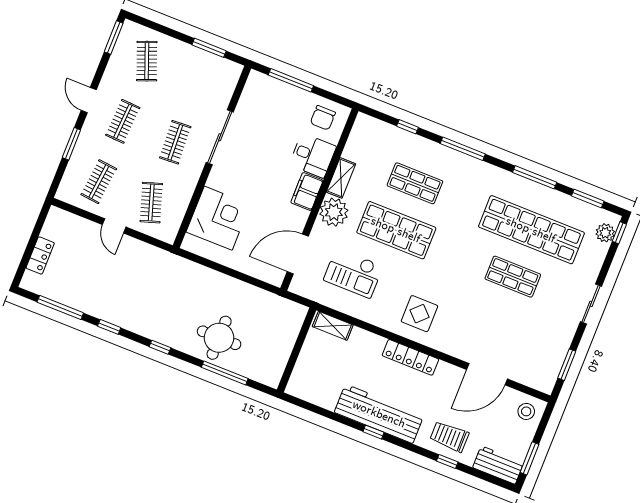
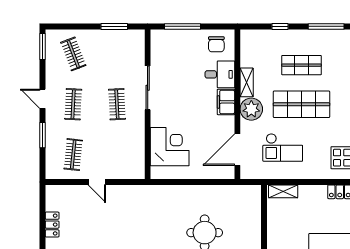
clothes rail: (151, 203) -> (117, 155), removed

